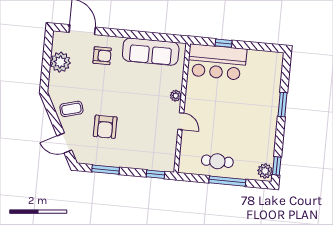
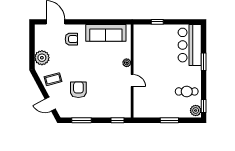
plant: (60, 62) -> (42, 58), moved
bar counter: (217, 62) -> (190, 45), moved, turned 90
armchair: (105, 127) -> (78, 90), turned 180
cafe table: (217, 161) -> (187, 91), moved
window: (227, 181) -> (169, 120), width x0.69

